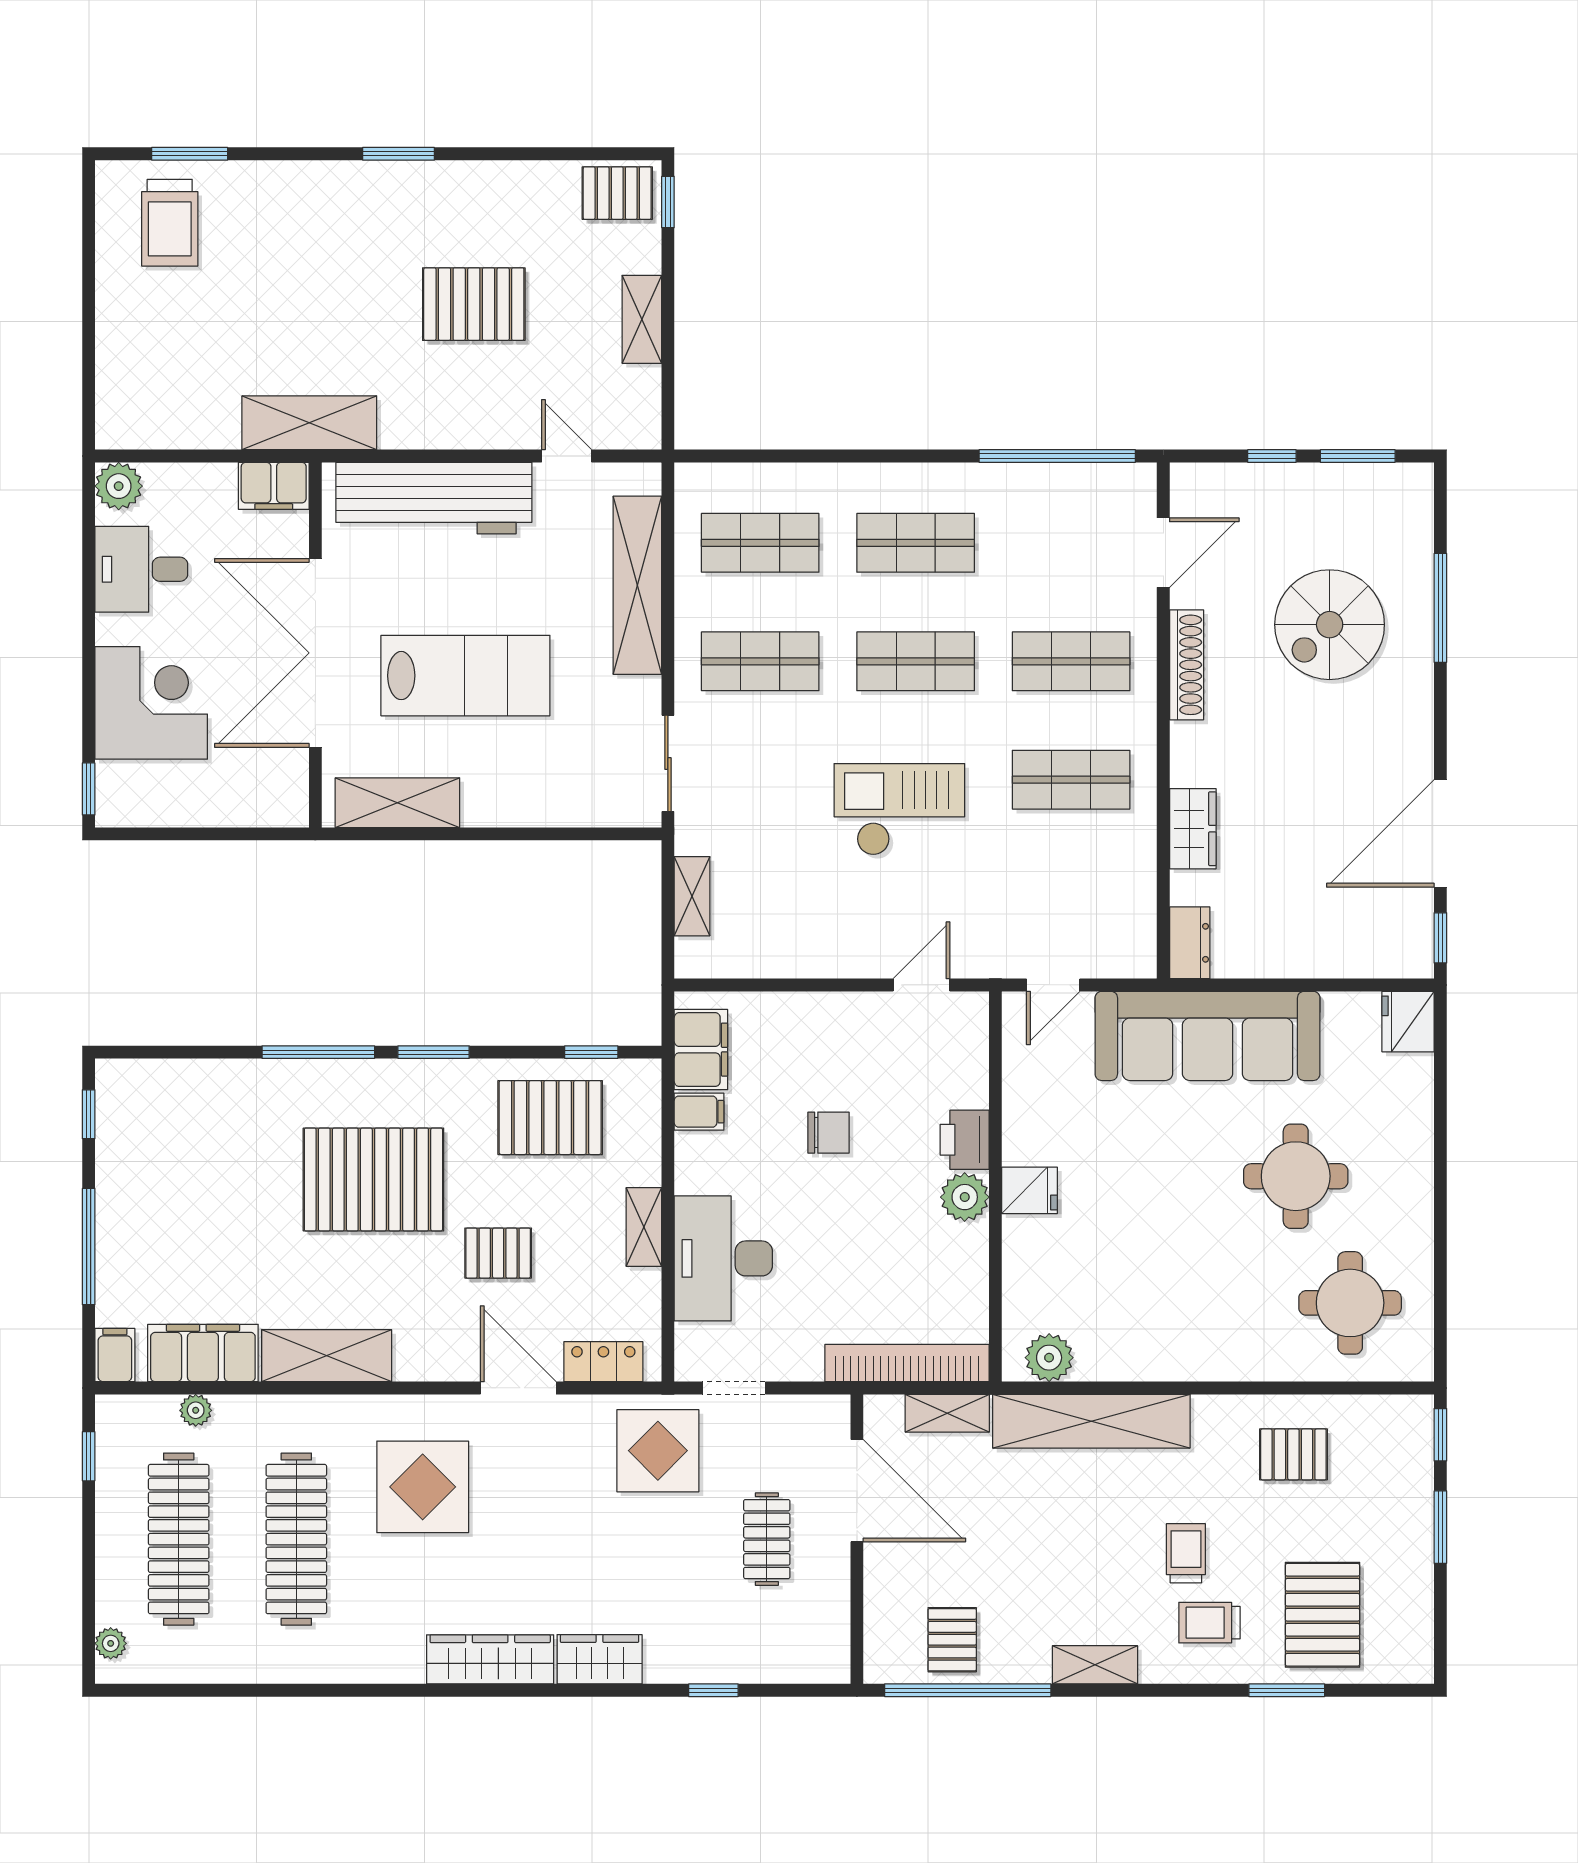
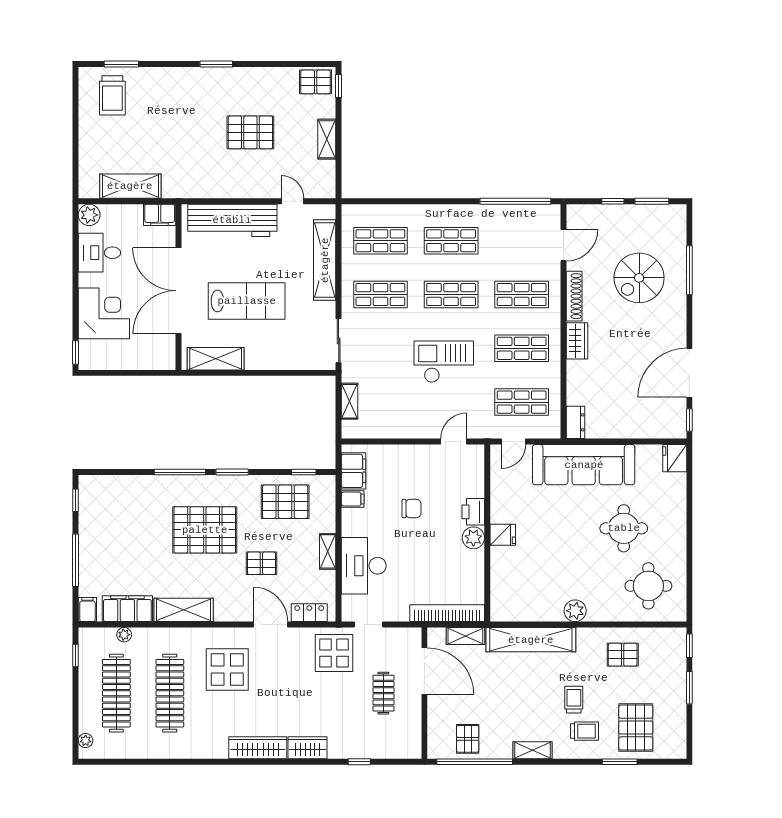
shelving: (309, 423) -> (130, 186), moved
wardrobe: (1193, 829) -> (577, 341), moved
shop shelf: (1071, 898) -> (522, 402), added
plant: (1049, 1358) -> (575, 611), moved
trolley: (1209, 1623) -> (585, 731), turned 180

